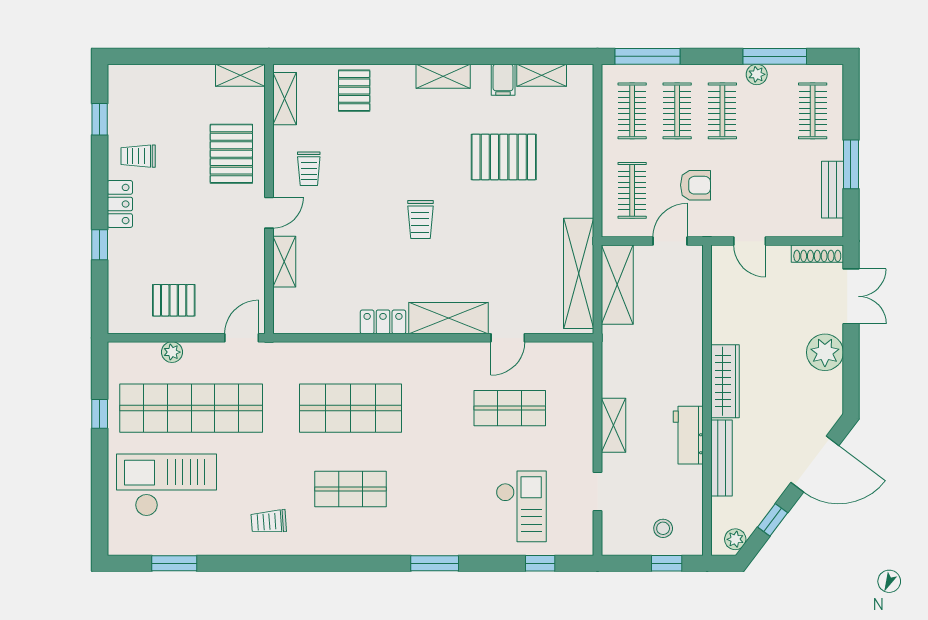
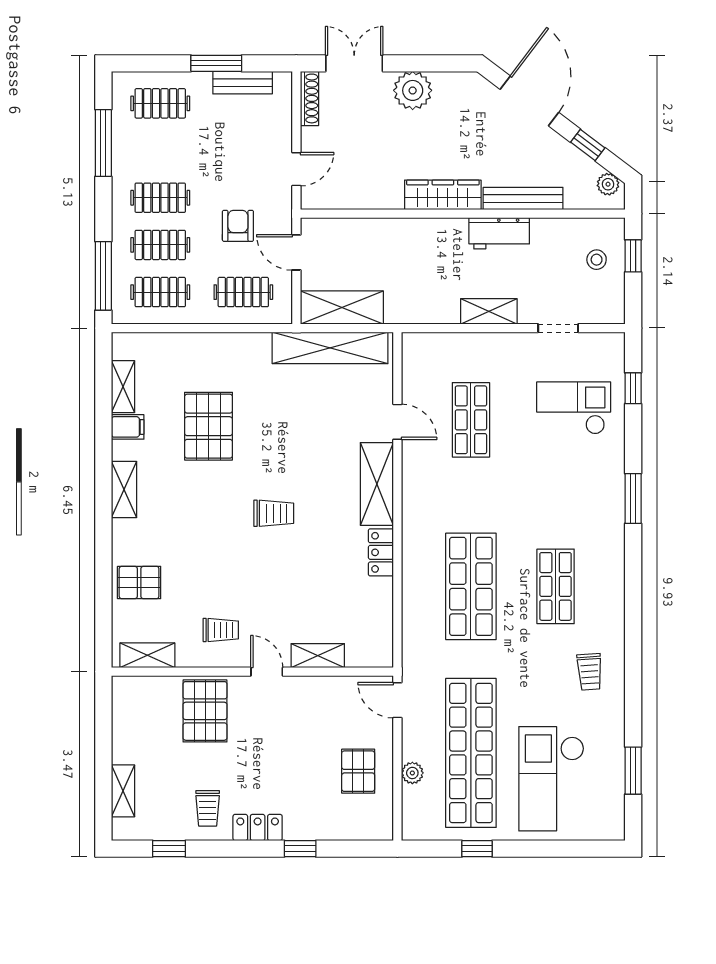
plant: (757, 74) -> (122, 162), removed
shelving: (240, 75) -> (123, 791), moved
pallet: (231, 154) -> (205, 711), turned 90

